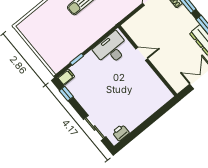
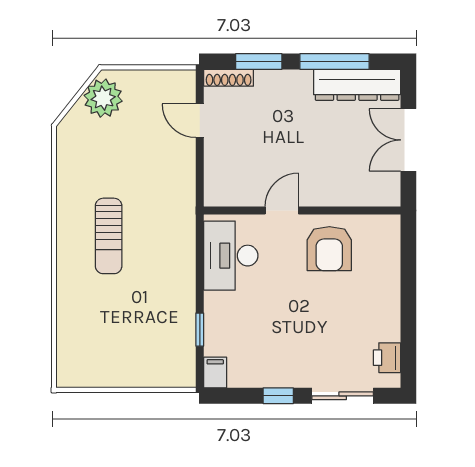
armchair: (142, 81) -> (329, 249), added
window: (66, 94) -> (278, 396), moved

